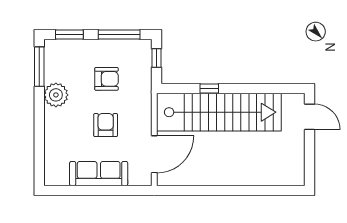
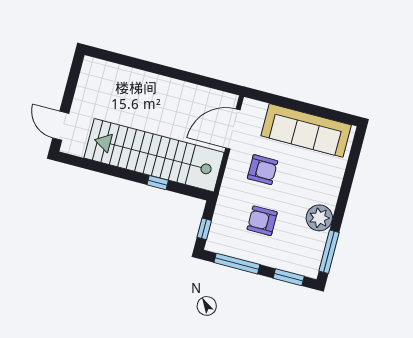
armchair: (106, 125) -> (263, 170), moved, turned -90
sofa: (99, 174) -> (306, 130), width x1.36, depth x1.27

